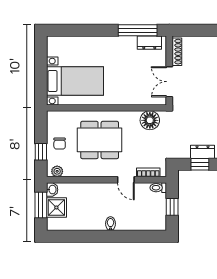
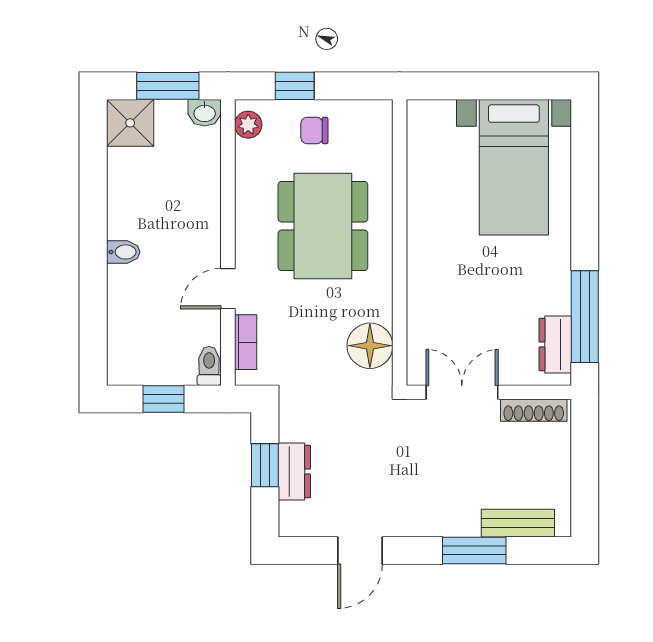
bed with nightstands: (75, 81) -> (514, 167), moved
shower: (56, 207) -> (130, 123), moved

